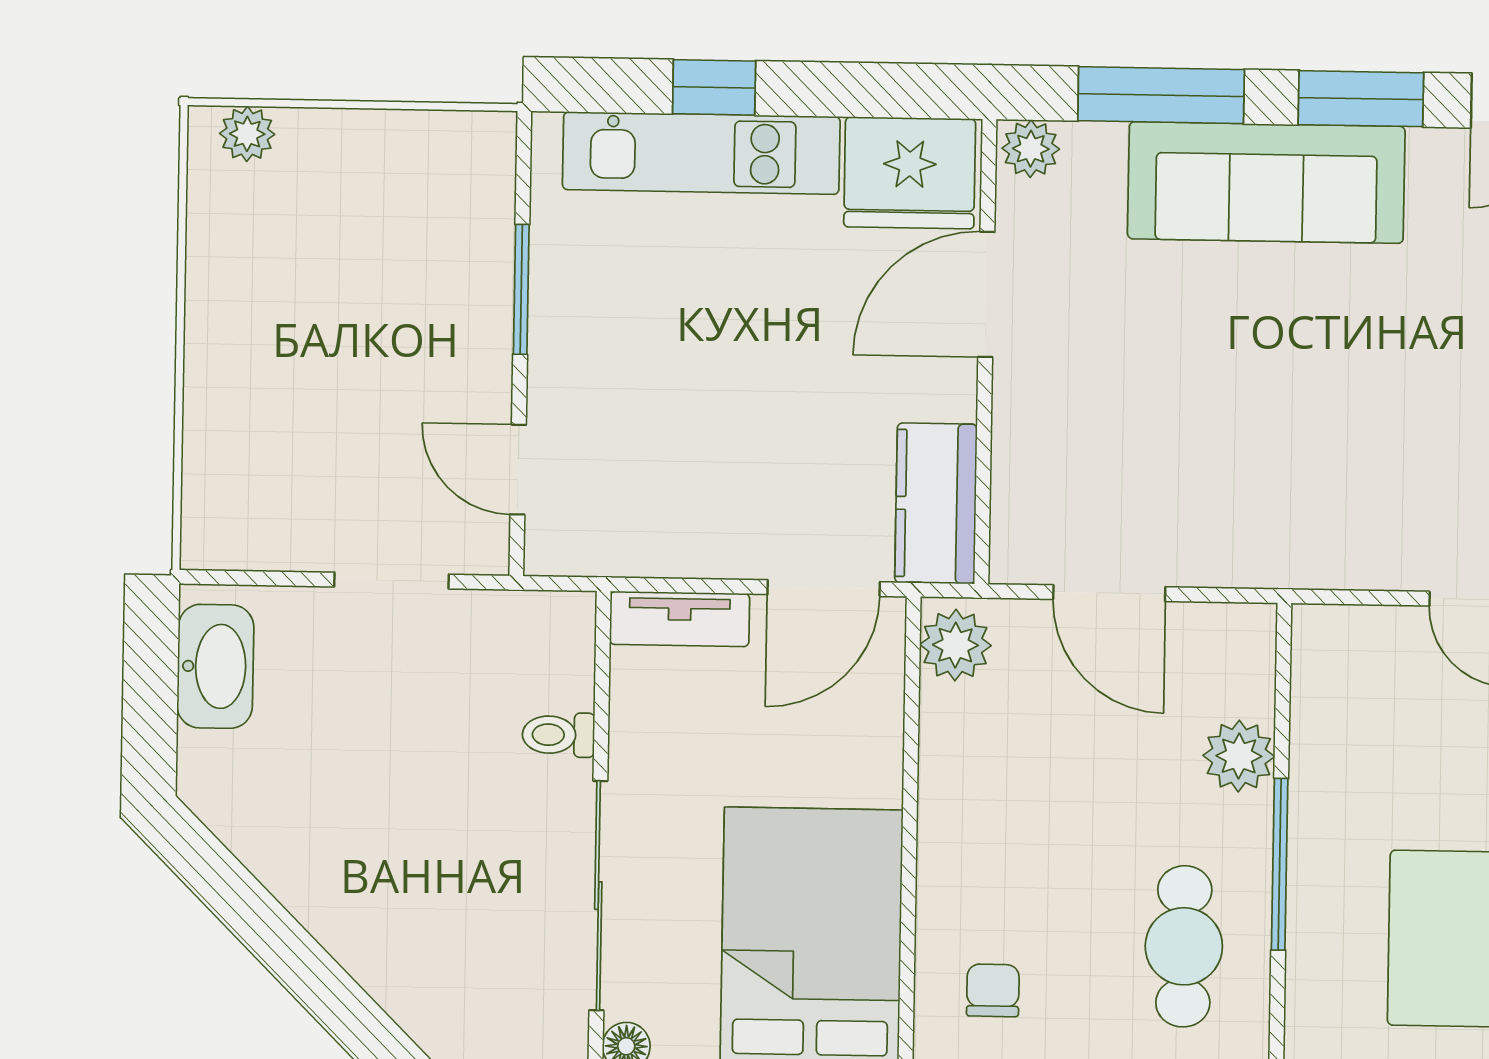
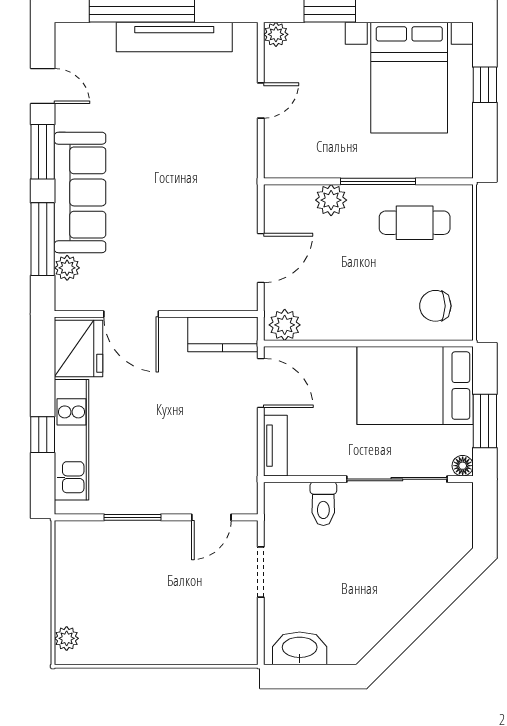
plant: (1031, 149) -> (67, 268), moved
toilet: (558, 735) -> (323, 504), width x1.37, depth x1.39
chair: (993, 990) -> (435, 306), width x1.37, depth x1.37

